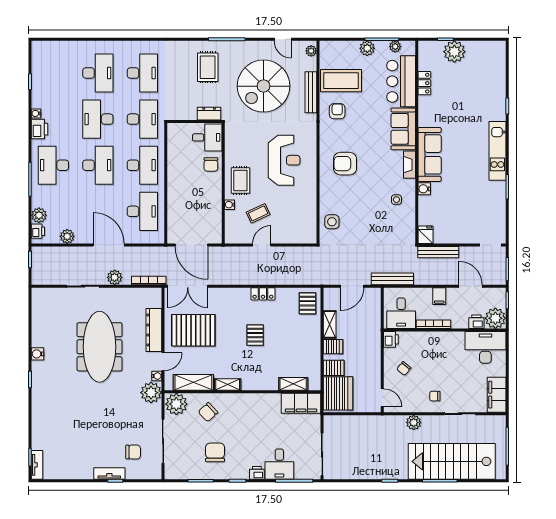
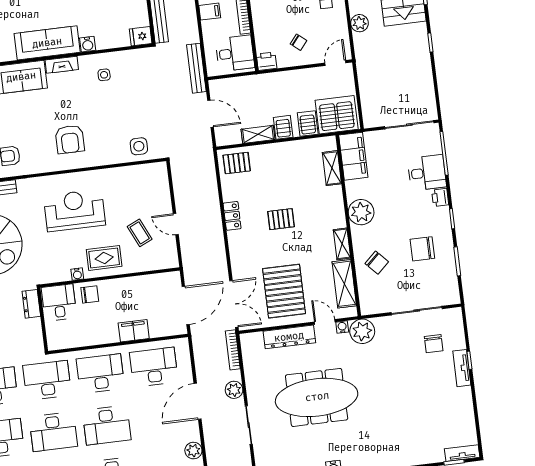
desk: (98, 165) -> (107, 425), turned 180
filing cabinet: (175, 198) -> (134, 331), added
water cooler: (230, 205) -> (77, 274), moved
plant: (176, 404) -> (361, 212), moved
chair: (133, 452) -> (434, 344), turned 180

